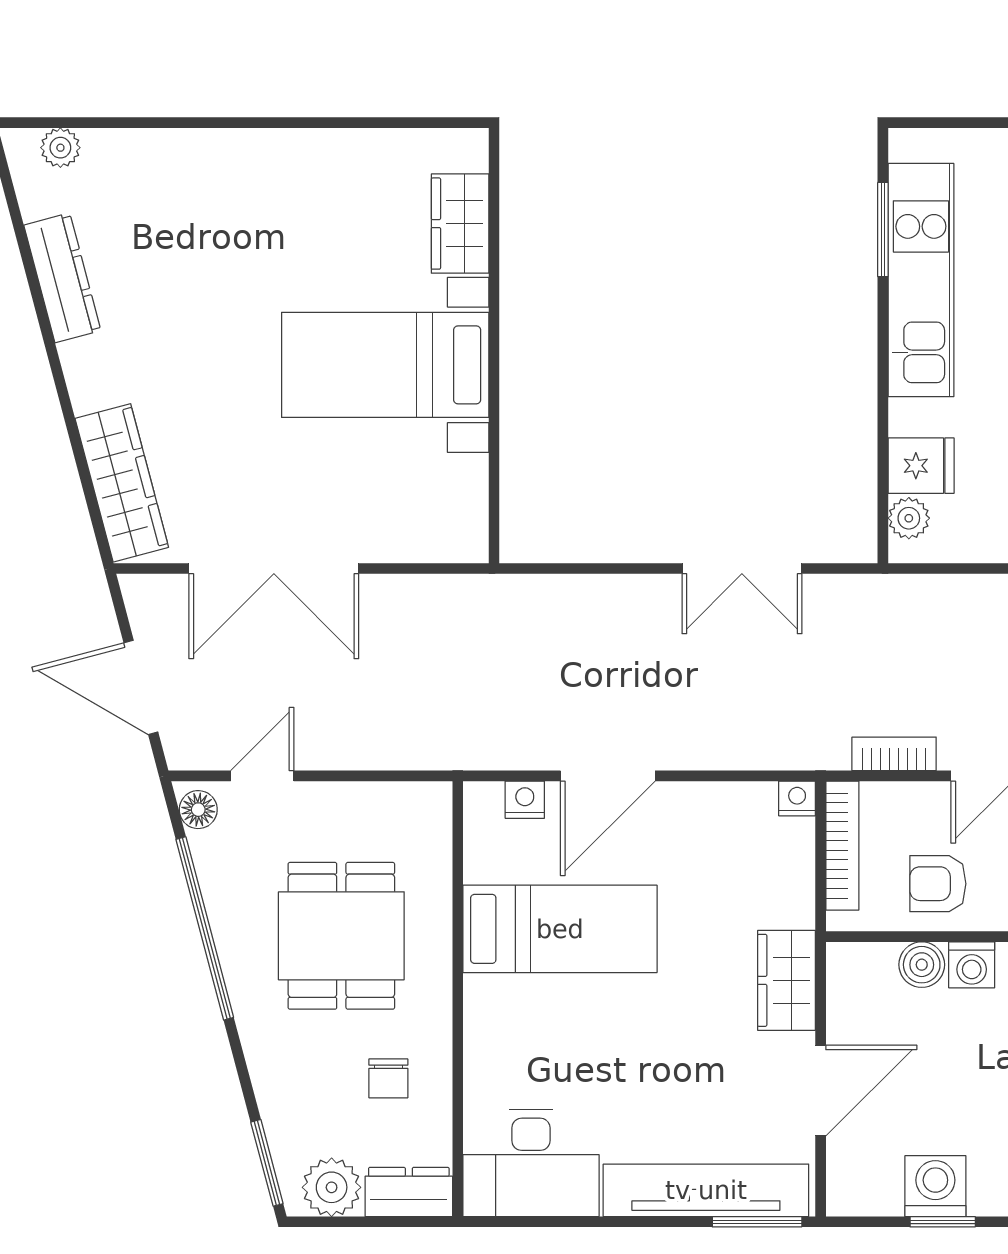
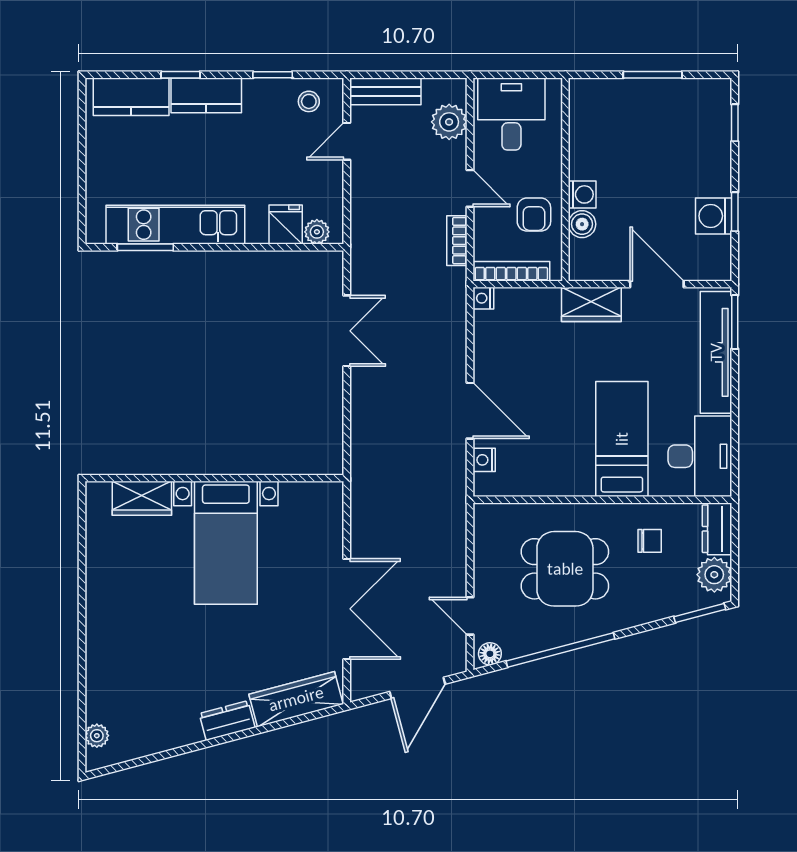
dresser: (62, 278) -> (227, 721), moved, width x0.70
bed: (560, 929) -> (622, 439), moved

